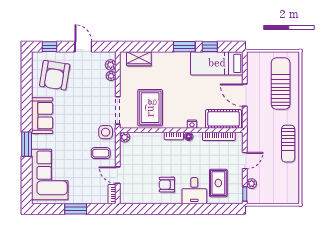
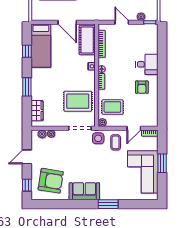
window: (184, 47) -> (27, 87), moved
door: (245, 95) -> (67, 22), hinge flipped
corner sofa: (50, 175) -> (143, 172), moved, turned -90
rug: (218, 183) -> (112, 107), moved

